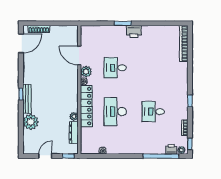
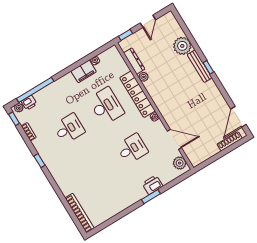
printer: (134, 31) -> (153, 185), moved
plant: (86, 72) -> (180, 163), moved
filing cabinet: (116, 148) -> (84, 71), added

